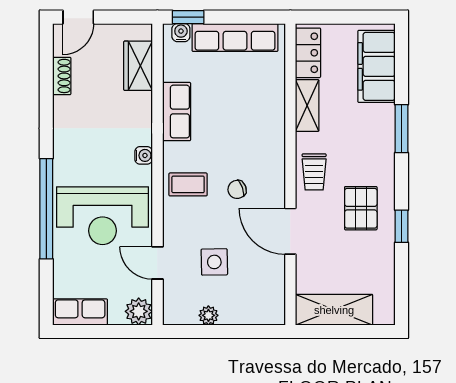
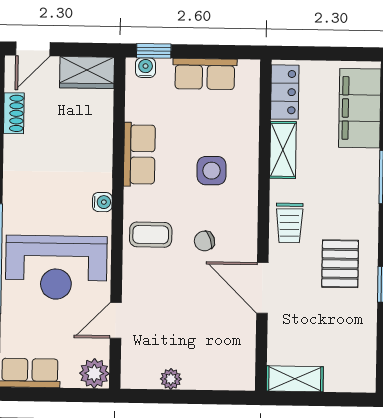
row of seats: (235, 37) -> (205, 74), width x0.68
wardrobe: (138, 66) -> (87, 73), moved, turned -90
side table: (214, 262) -> (212, 171), moved
door: (157, 263) -> (116, 320), hinge flipped
shelving: (334, 310) -> (295, 379), width x0.67, depth x0.75

